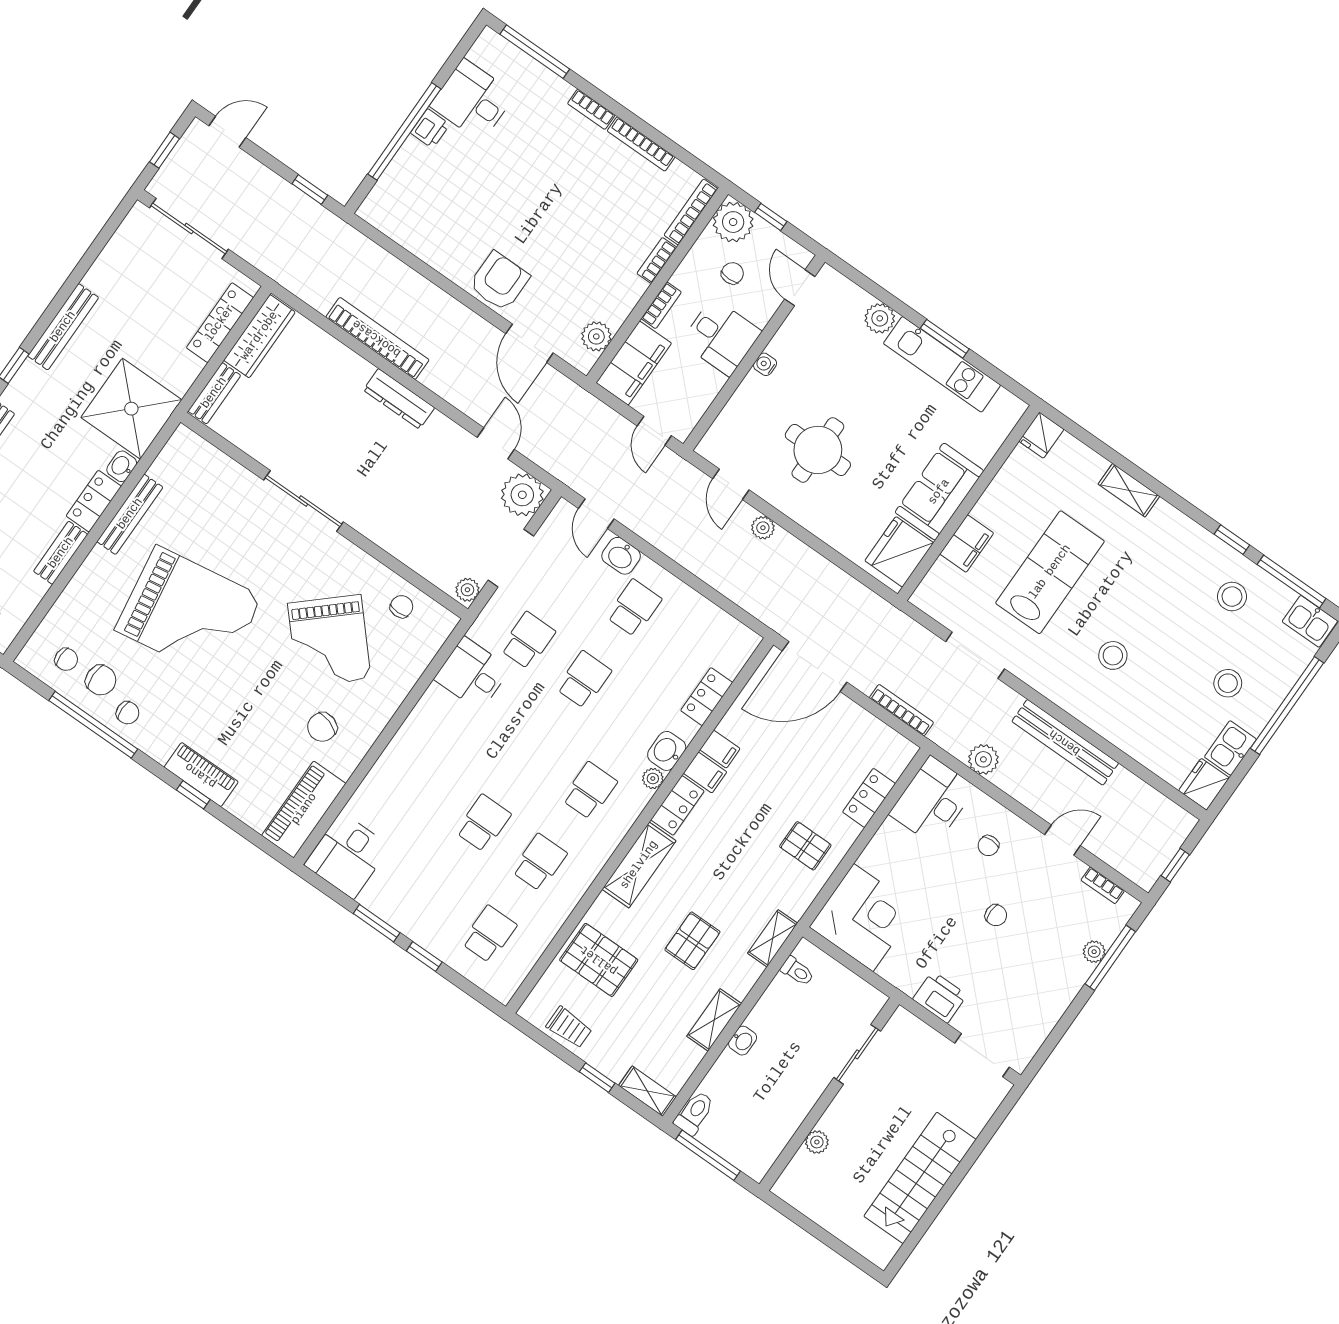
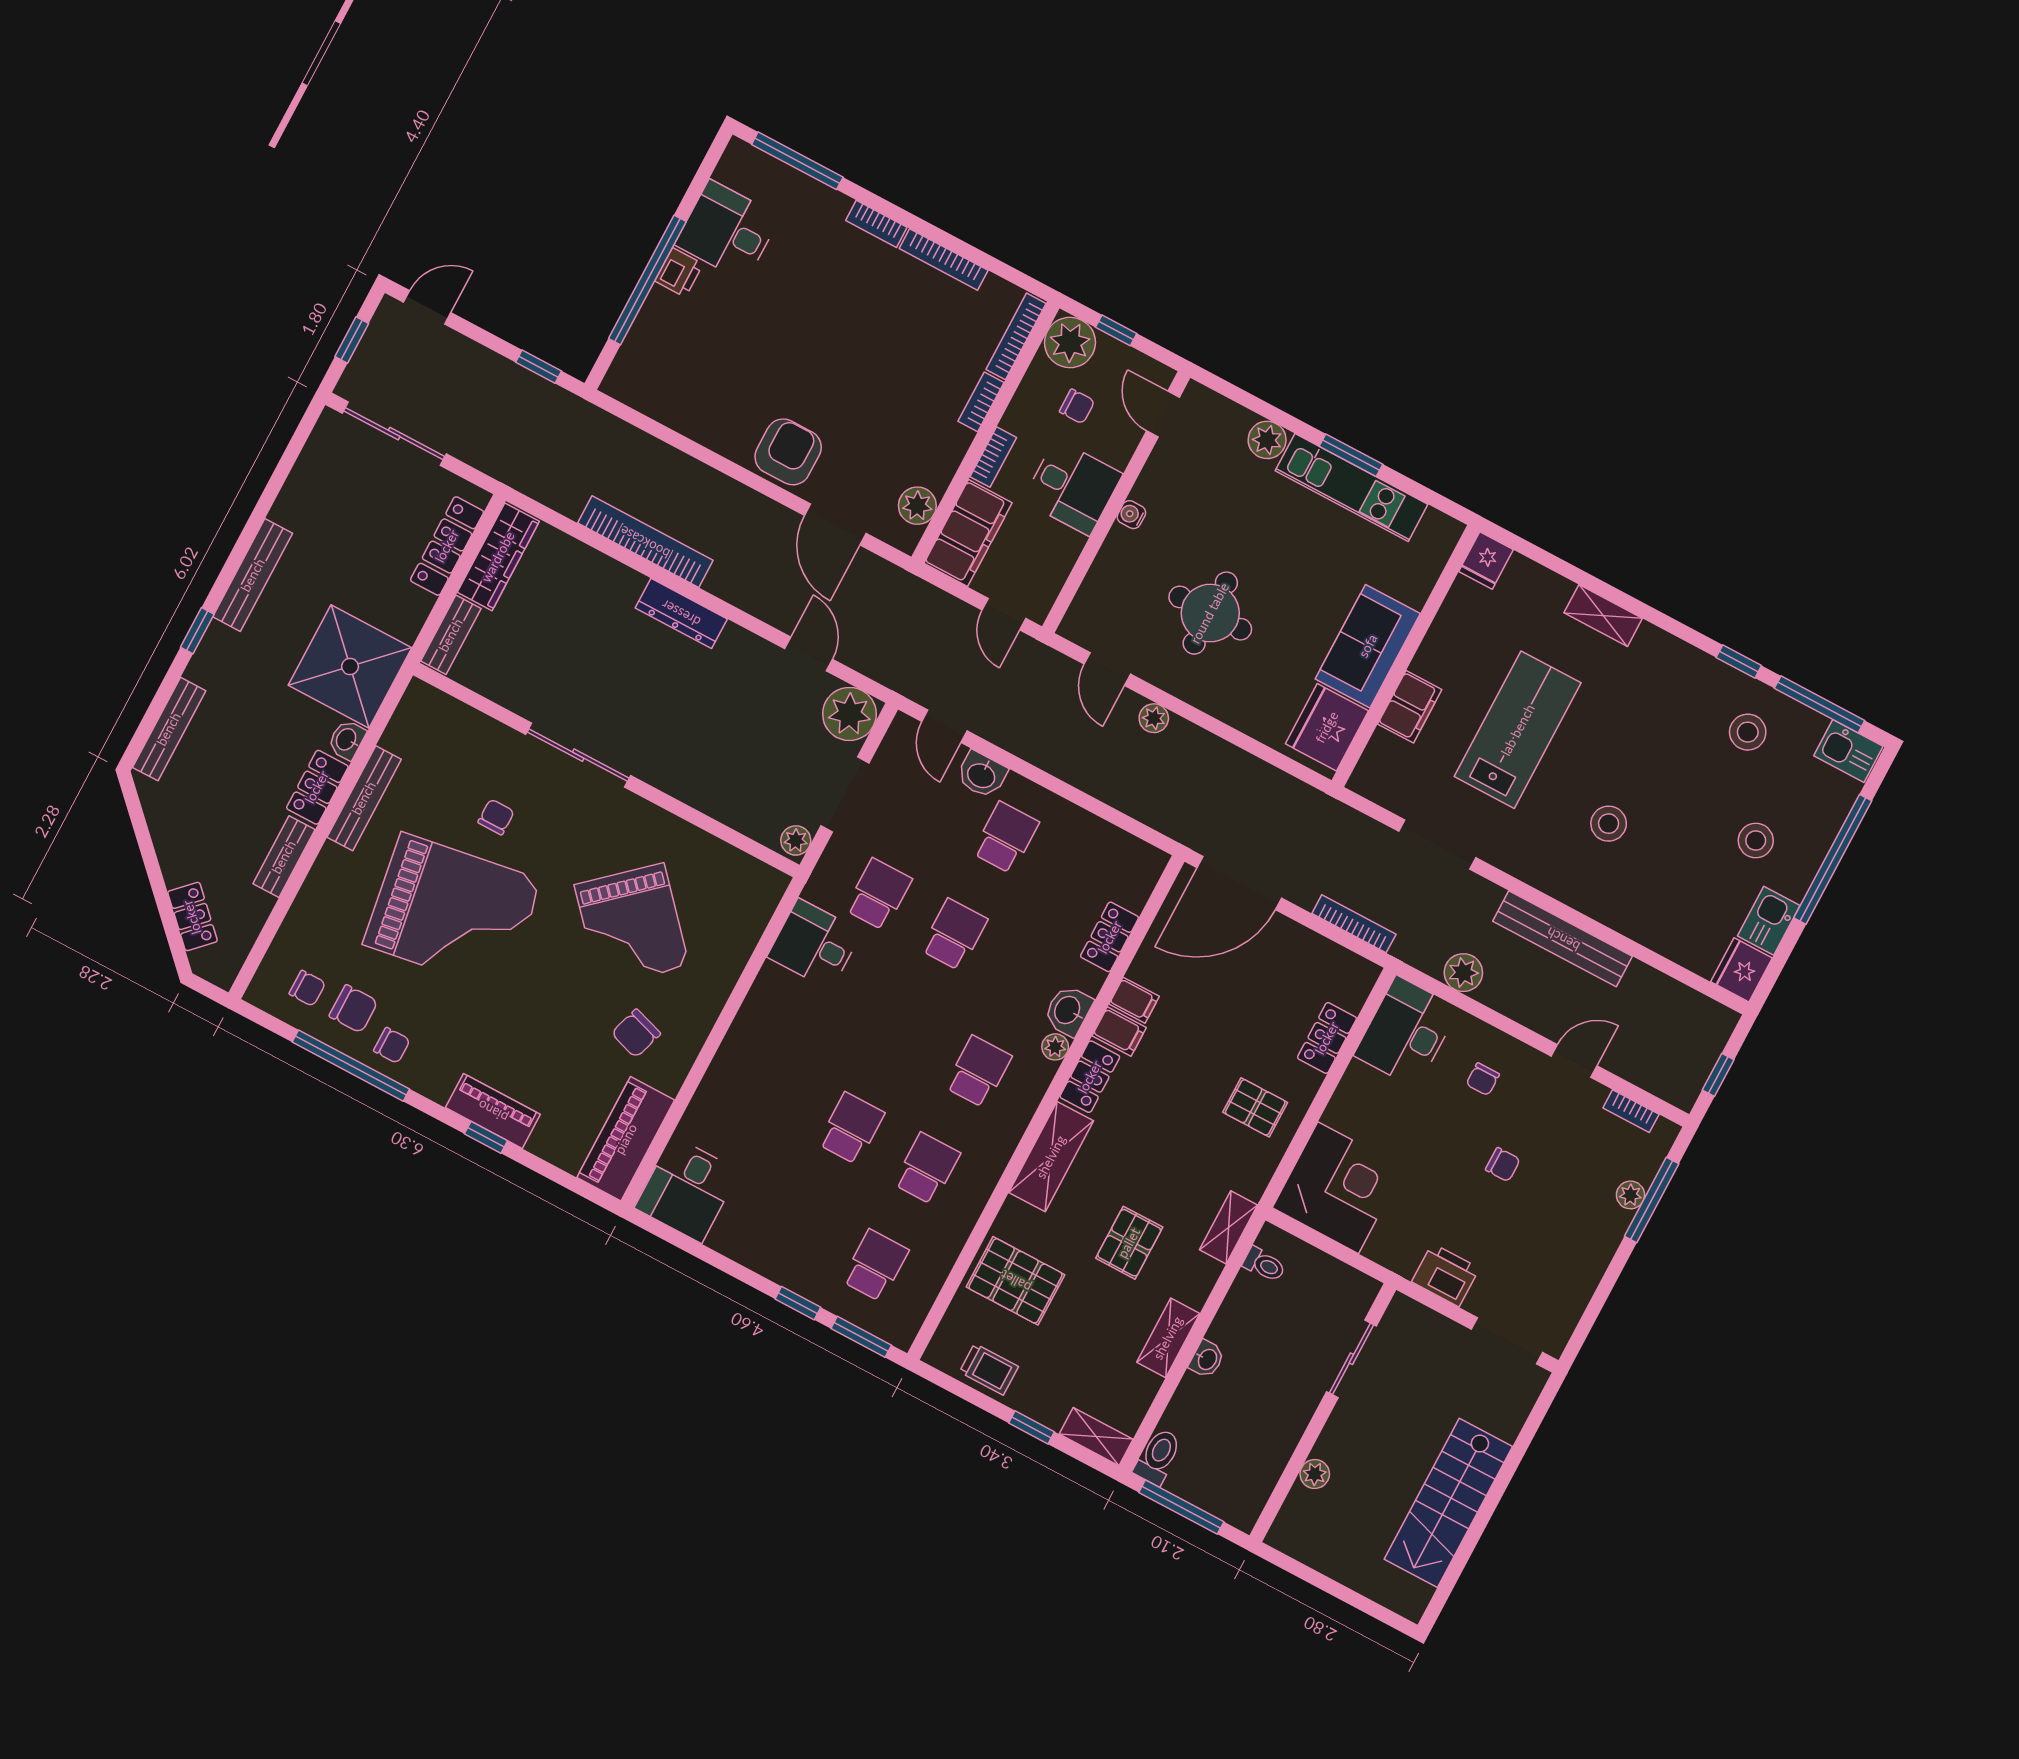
chair: (732, 273) -> (1077, 406), turned 90
chair: (402, 607) -> (496, 817), moved
window: (377, 923) -> (861, 1337), moved

